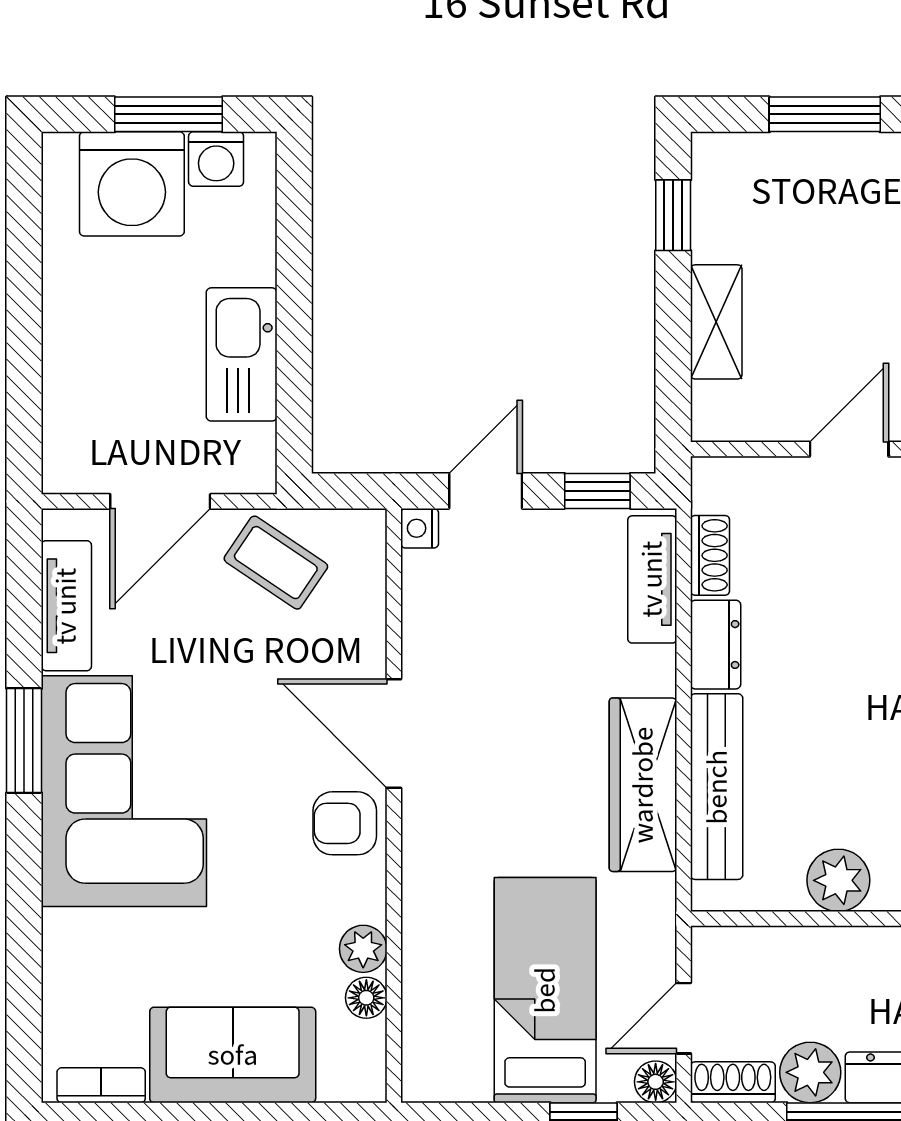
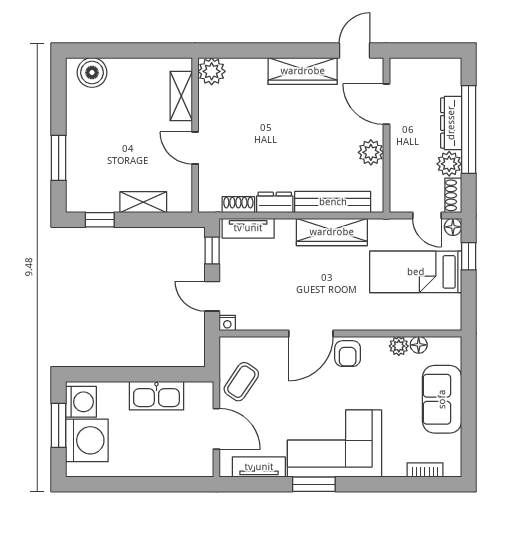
washing machine: (216, 159) -> (81, 402), width x1.38, depth x1.38
bookcase: (101, 1085) -> (425, 470), moved, turned 90

